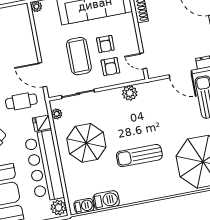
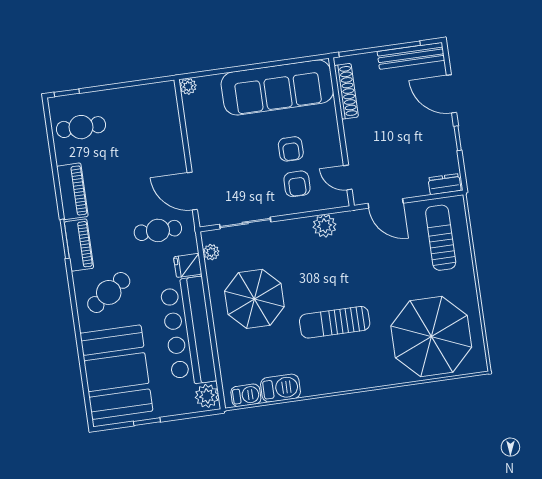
coffee table: (79, 56) -> (249, 165), removed
door: (180, 74) -> (386, 203), moved

